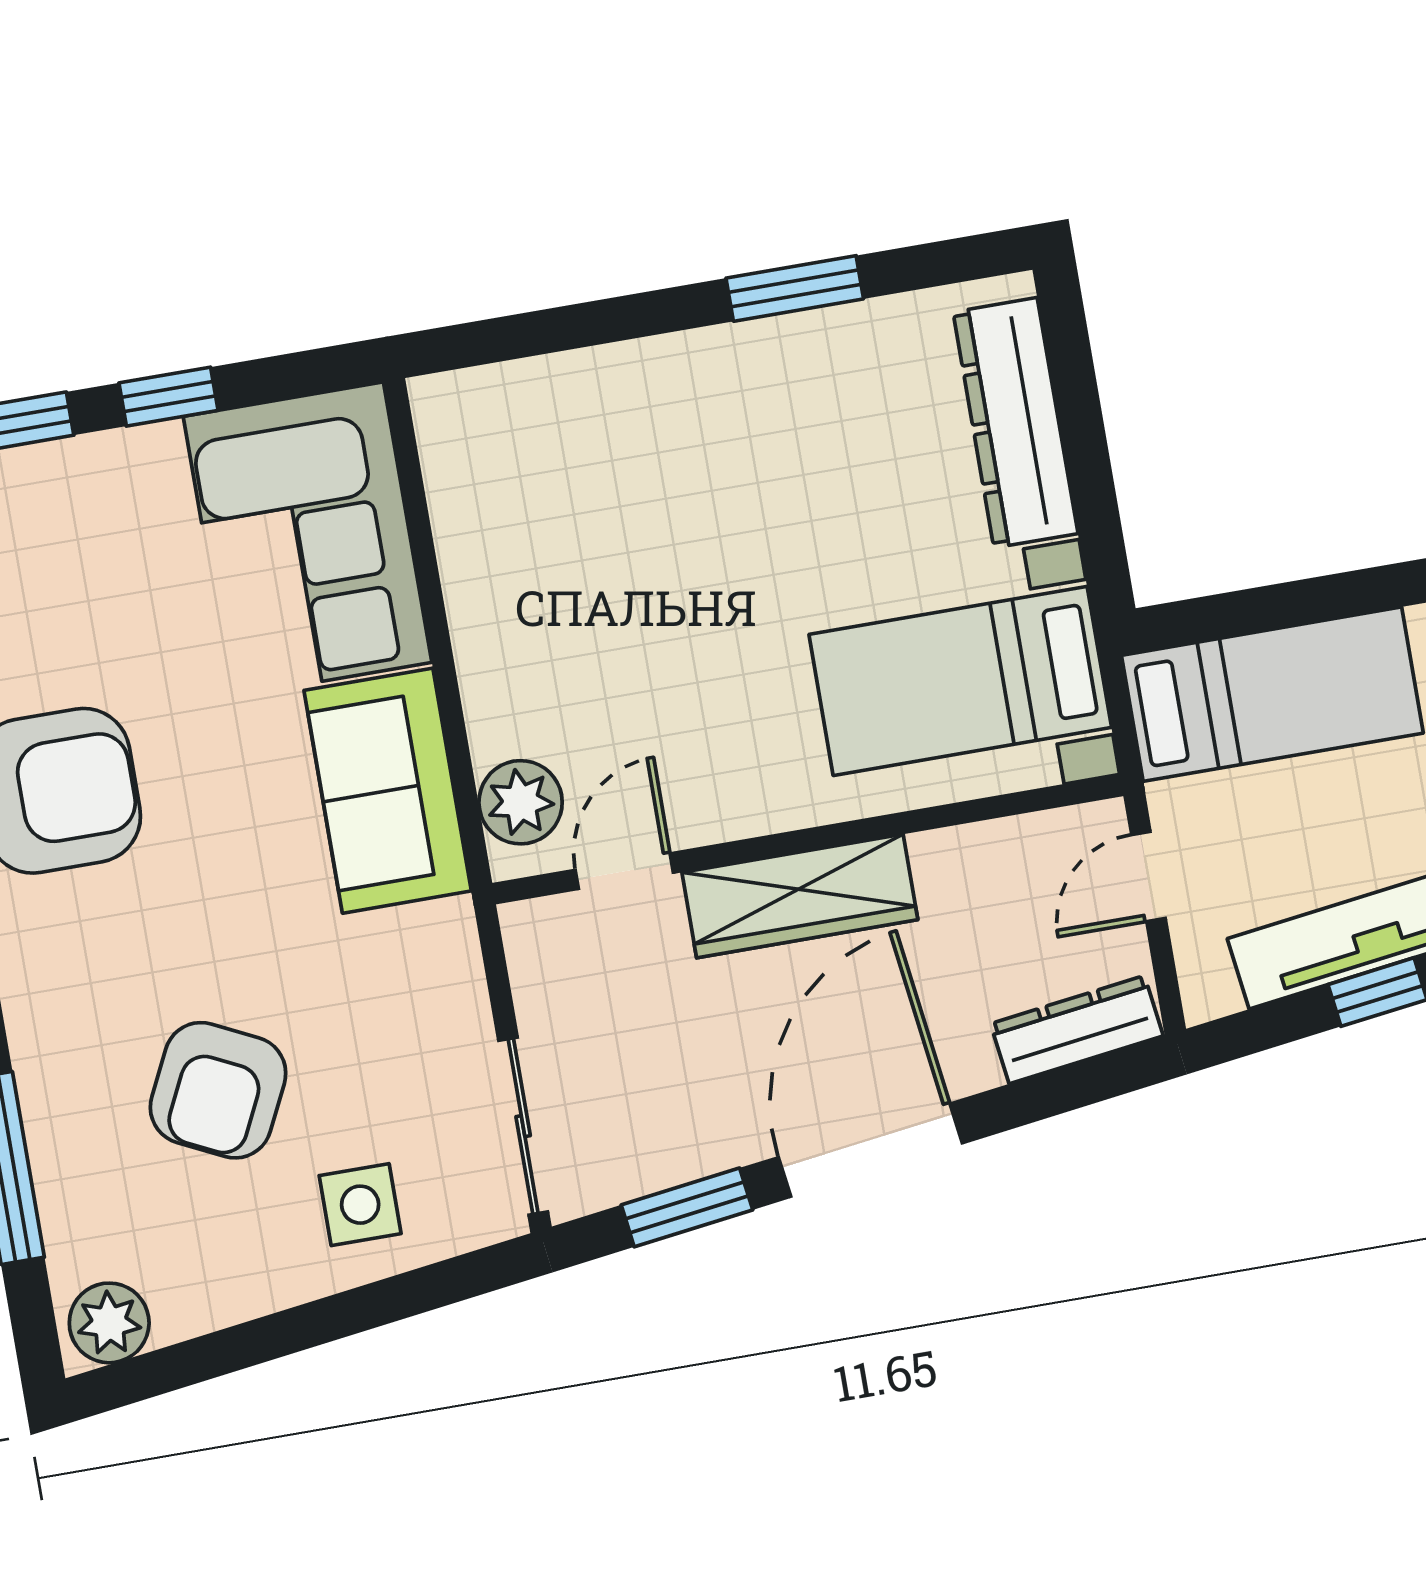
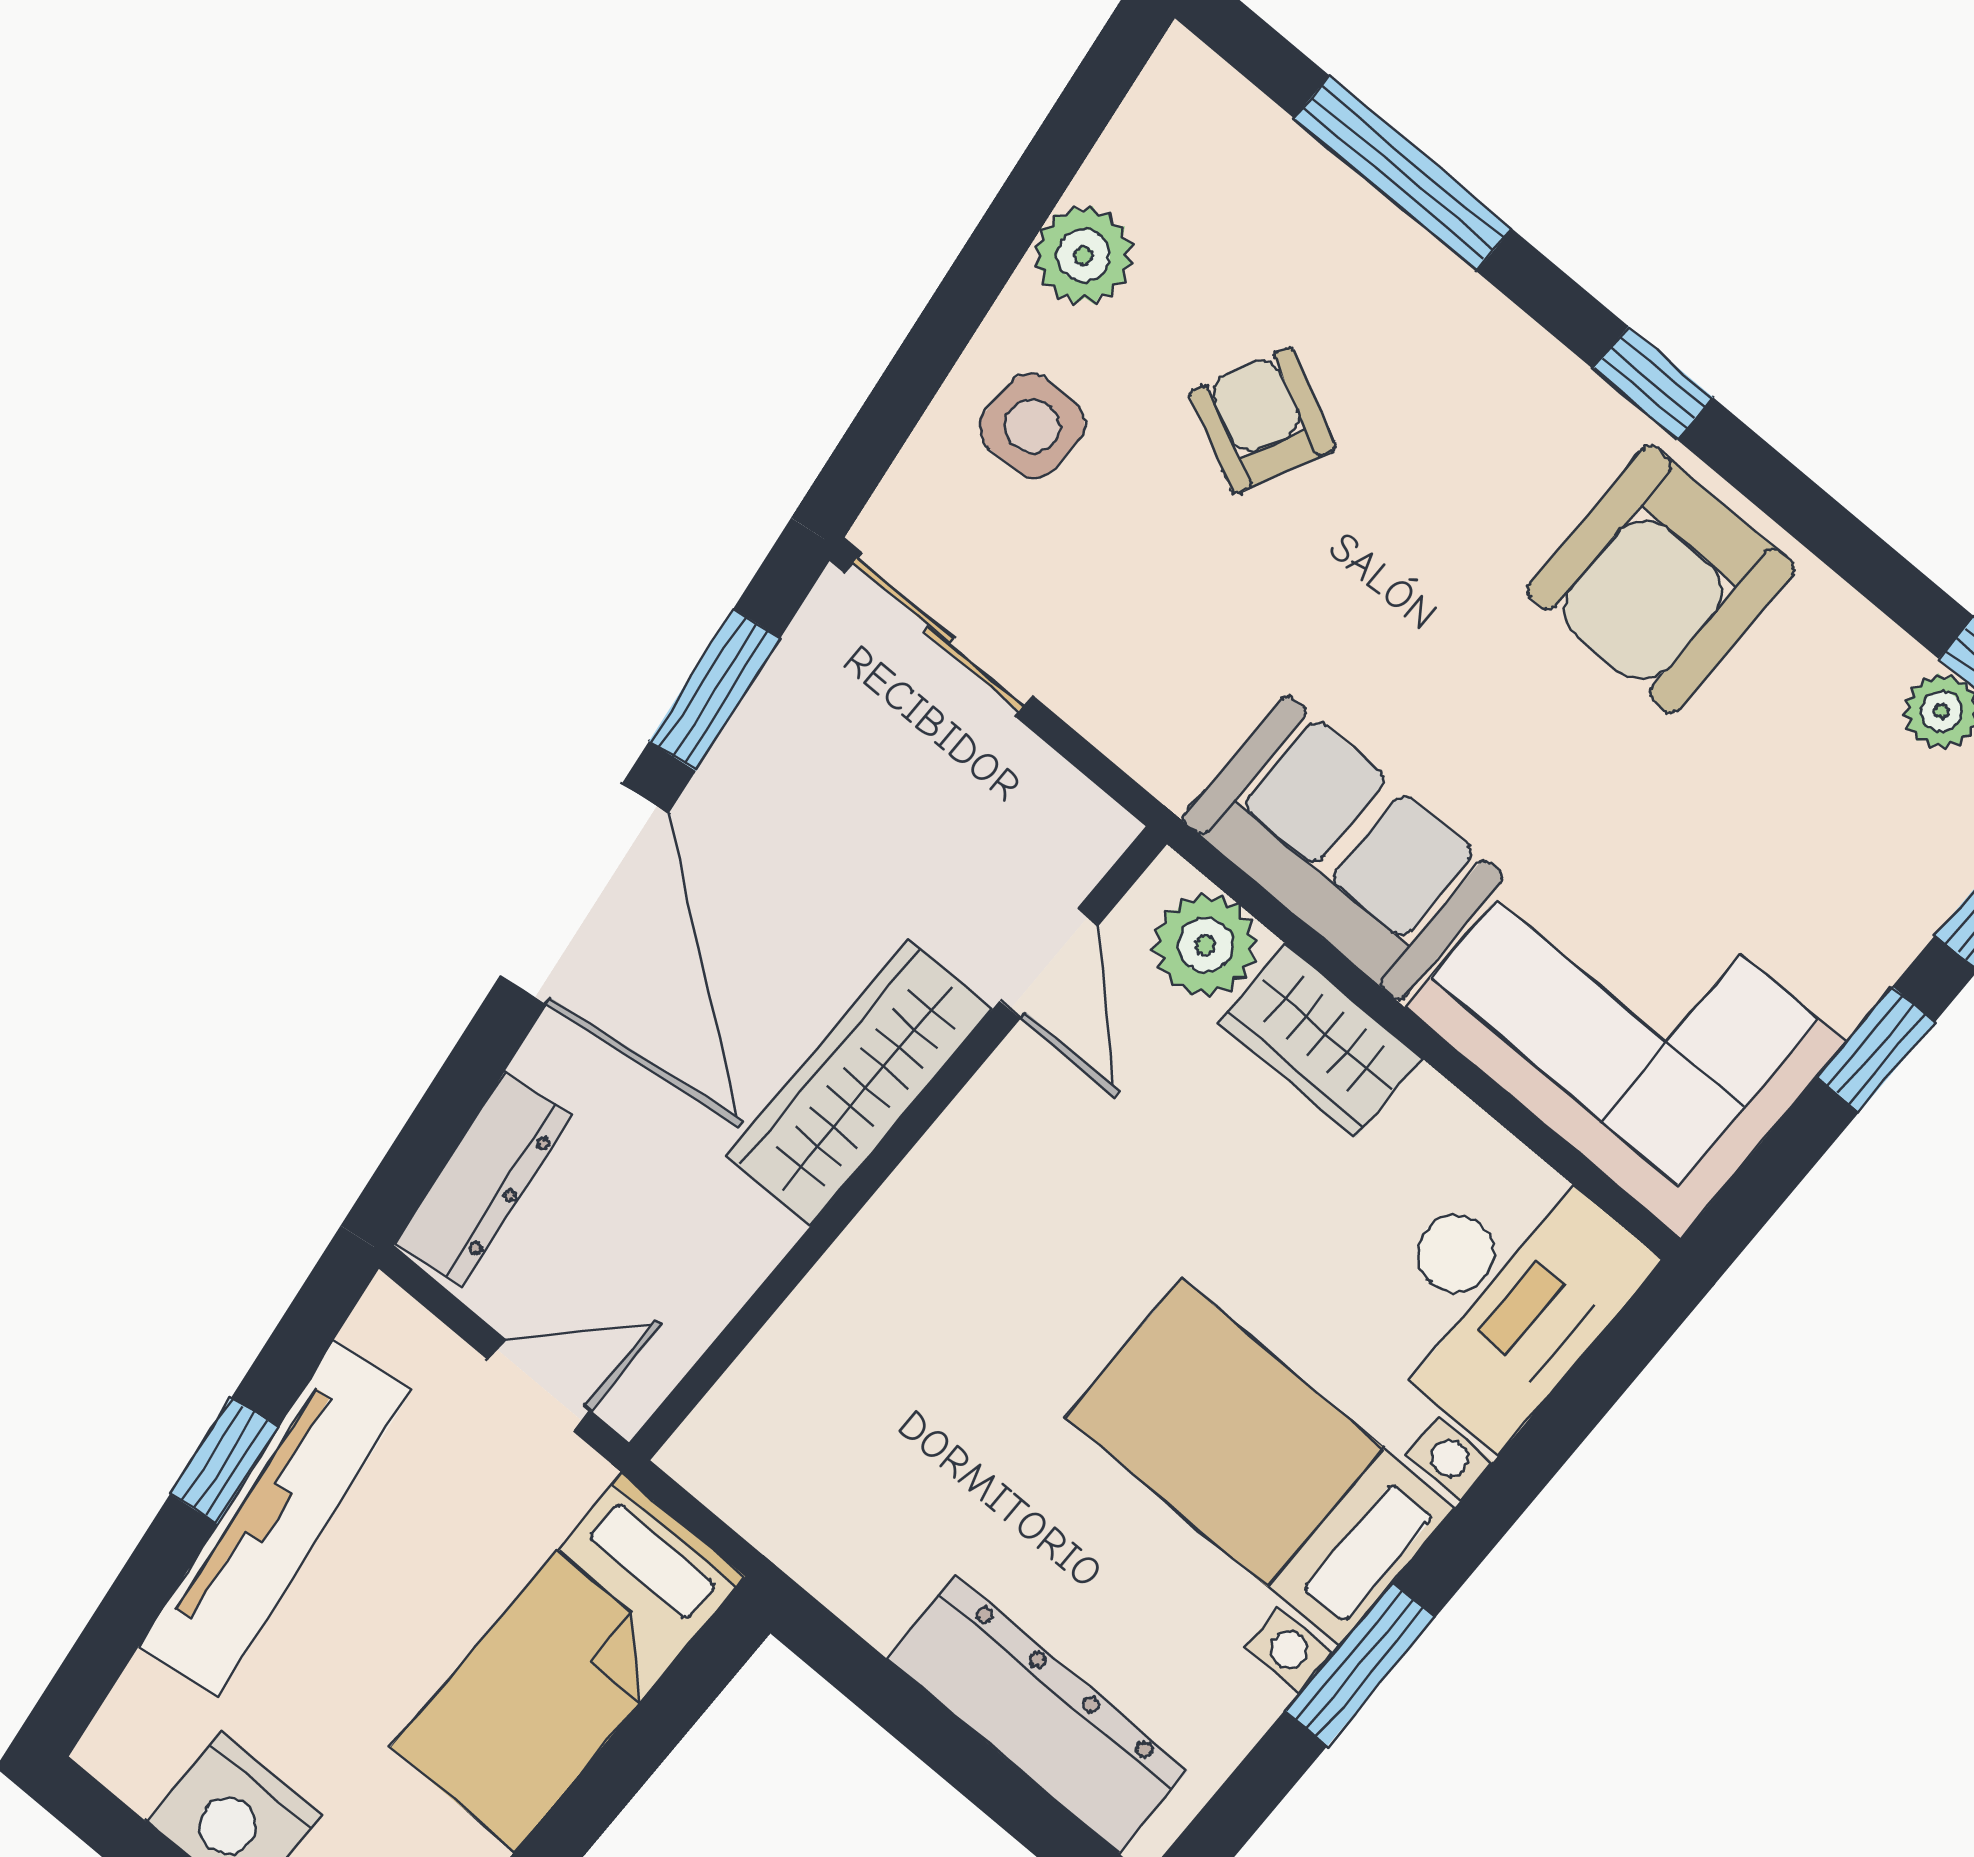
desk: (518, 439) -> (1503, 1293), added
bed with nightstands: (960, 681) -> (1260, 1462), moved, turned -90
wardrobe: (500, 686) -> (1320, 1040), added
door: (1148, 876) -> (539, 1385), hinge flipped
armchair: (218, 1090) -> (1262, 421), width x0.72, depth x0.72
plant: (109, 1323) -> (1084, 255), moved

